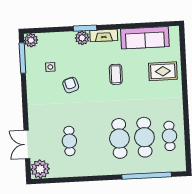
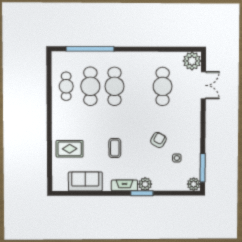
sofa: (145, 38) -> (85, 181), width x0.73
armchair: (71, 85) -> (158, 140), turned -134
cafe table: (69, 141) -> (163, 86), width x1.37, depth x1.35

